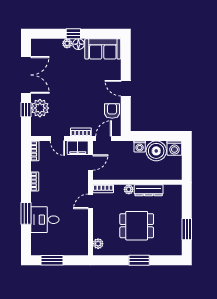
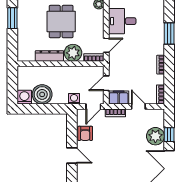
washing machine: (140, 146) -> (74, 99), moved
plant: (129, 189) -> (73, 53), width x1.88, depth x1.88
desk: (45, 220) -> (122, 21), moved, turned 180
dining table: (137, 226) -> (61, 22), turned 90

